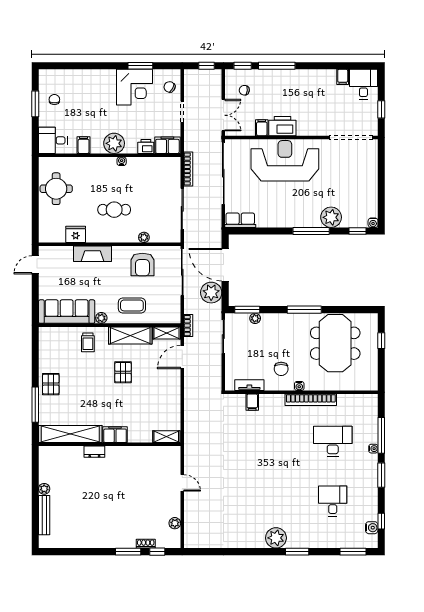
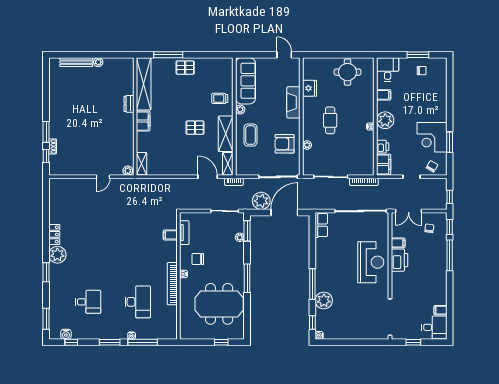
reception desk: (285, 161) -> (371, 262), width x0.74, depth x0.77
plant: (175, 523) -> (128, 171), moved
locker: (252, 542) -> (54, 234), added

